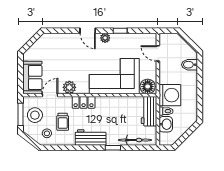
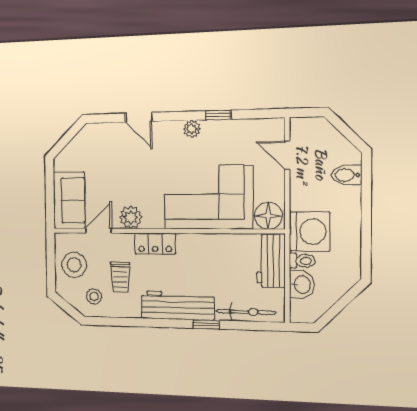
door: (88, 31) -> (139, 117), moved
window: (21, 114) -> (51, 263), removed
workbench: (91, 137) -> (178, 305), width x1.37

